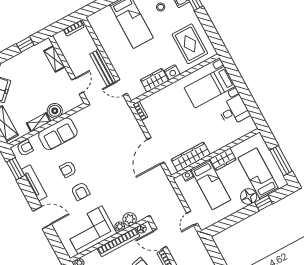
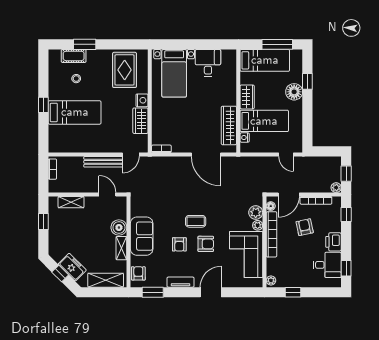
rug: (190, 44) -> (125, 70), turned 90
coffee table: (95, 173) -> (196, 221), added
bed: (258, 173) -> (265, 60), moved, turned 180
tv unit: (34, 183) -> (180, 282), width x0.71

